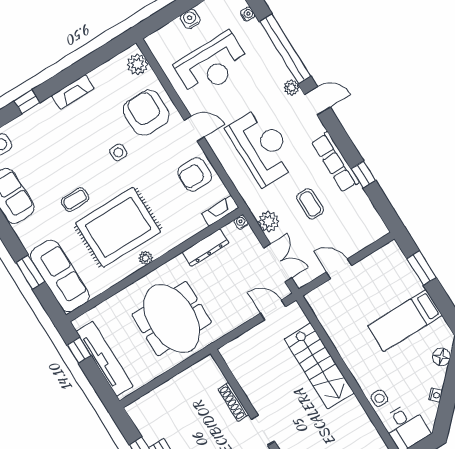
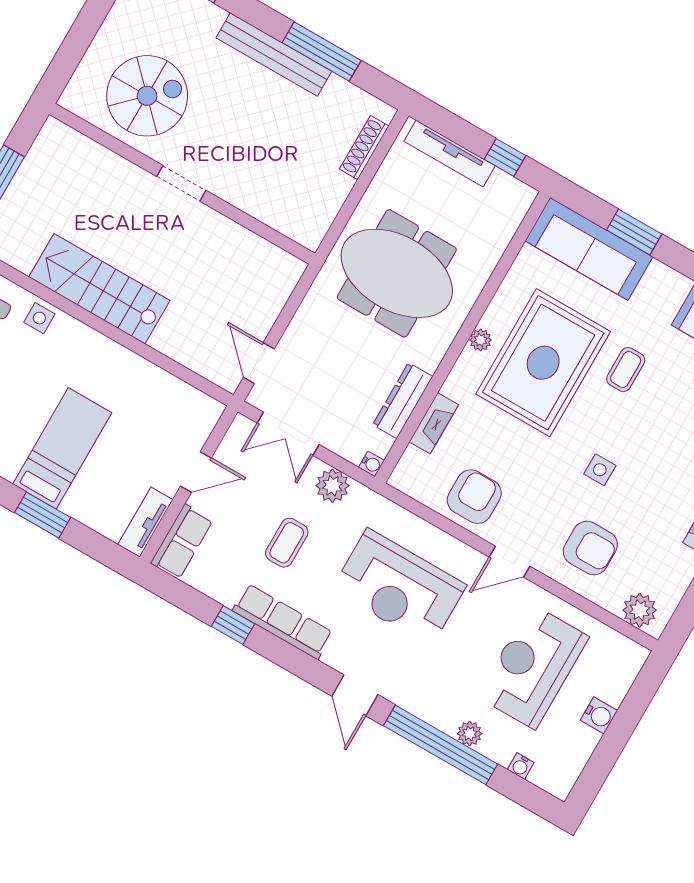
plant: (291, 88) -> (470, 734), moved
door: (317, 101) -> (355, 695), hinge flipped
armchair: (146, 113) -> (590, 548), width x0.73, depth x0.73
coffee table: (310, 204) -> (287, 543), turned 90
fireplace: (220, 211) -> (434, 423), moved
row of seats: (367, 235) -> (182, 542), added
tv unit: (381, 256) -> (145, 522), added
window: (421, 268) -> (43, 515), moved
door: (273, 310) -> (259, 363), swing flipped
tv unit: (105, 359) -> (450, 154), width x0.73, depth x0.78
stairs: (319, 366) -> (99, 289), moved
shoe rack: (233, 402) -> (364, 148), moved, turned -90

